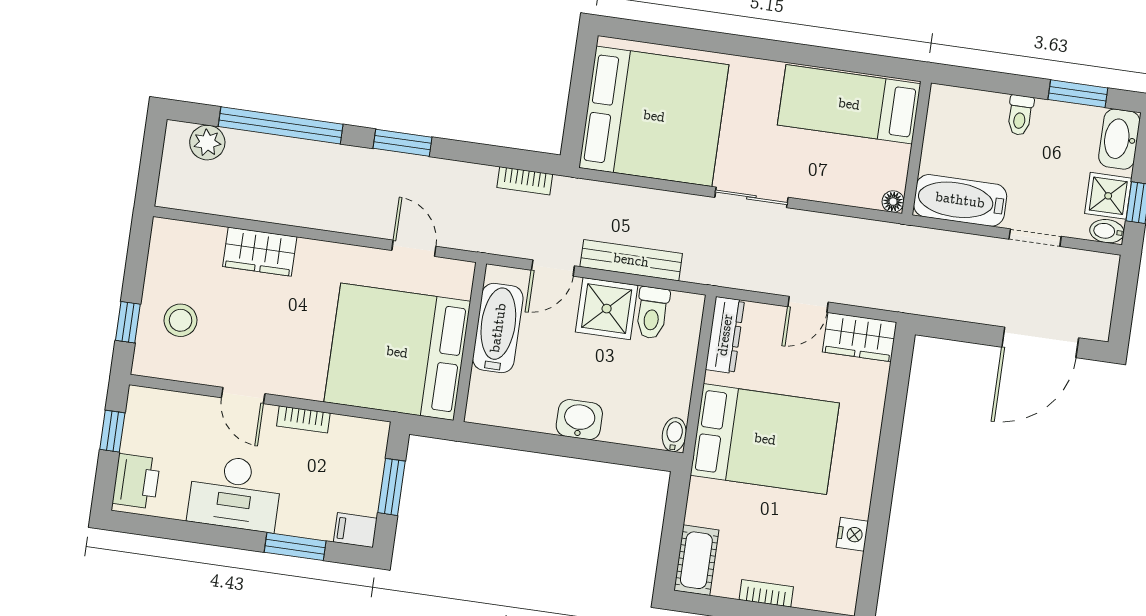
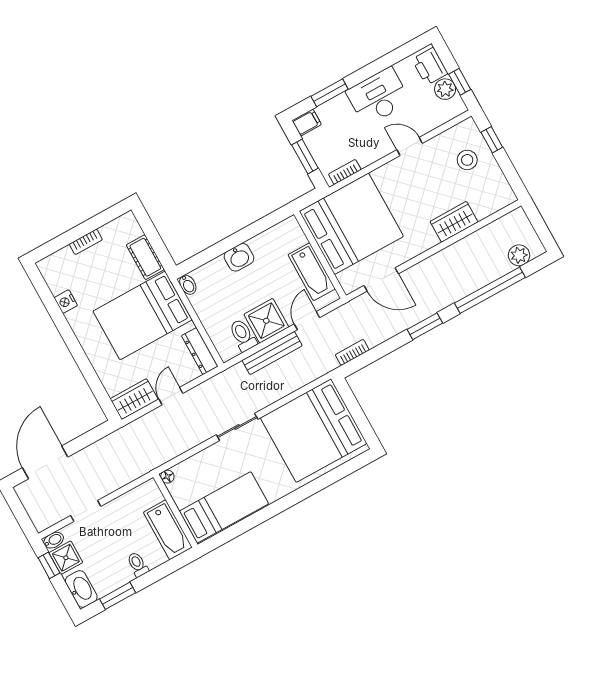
bathtub: (960, 200) -> (168, 530), moved, turned 90
door: (414, 248) -> (381, 280), width x1.38
bookcase: (303, 419) -> (345, 172), moved
plant: (139, 436) -> (445, 89), added
cot: (696, 560) -> (145, 257), moved

